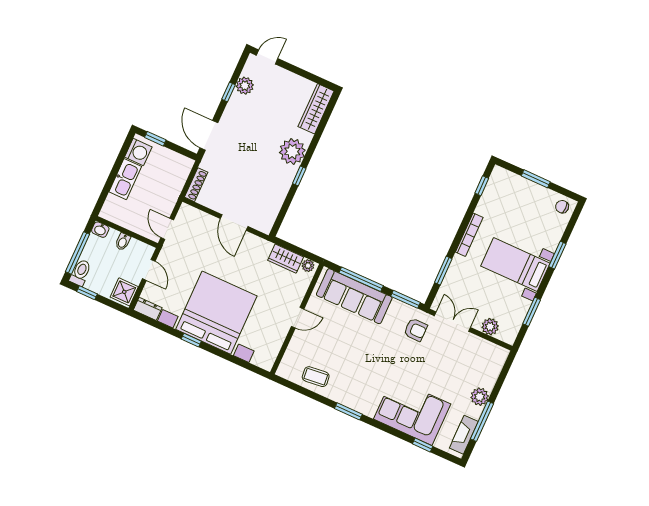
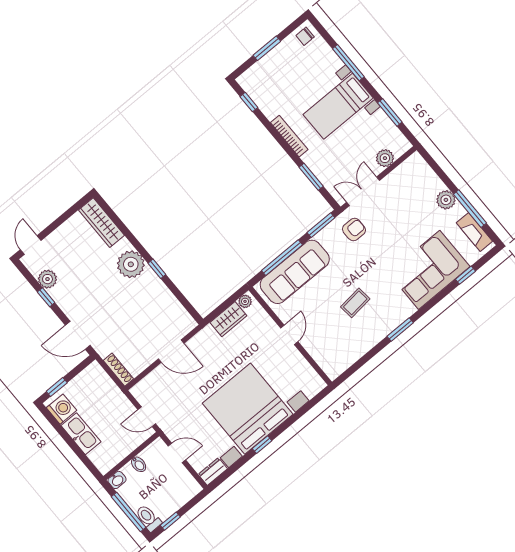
window: (557, 255) -> (348, 63), width x1.44
shower: (124, 292) -> (186, 486), removed
coffee table: (316, 377) -> (355, 303), moved

